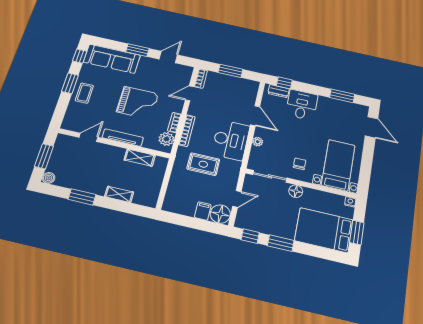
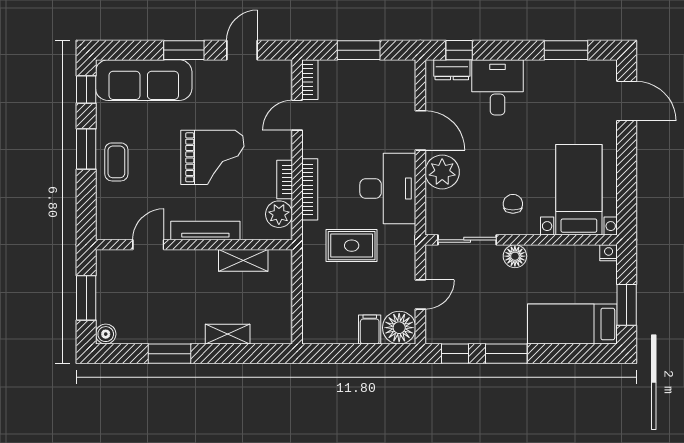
plant: (258, 142) -> (442, 172), width x1.87, depth x1.87
bed: (324, 230) -> (572, 324), width x0.67

